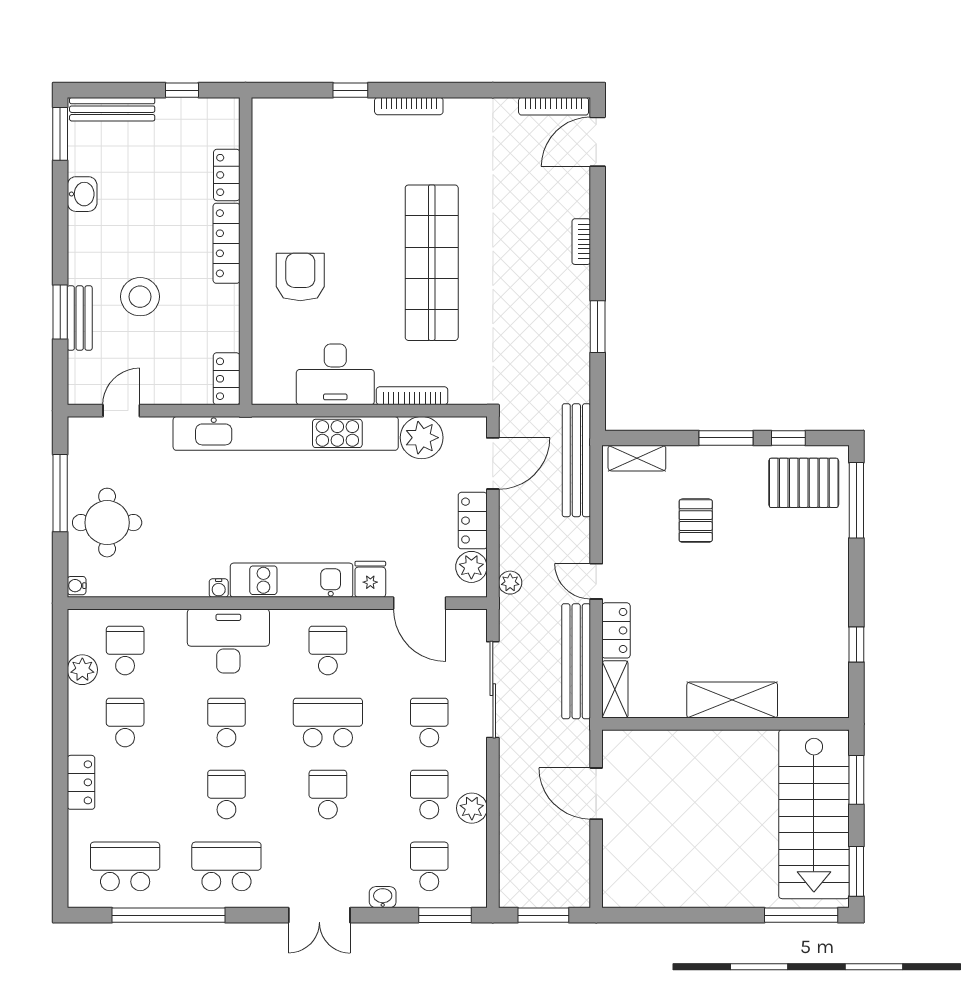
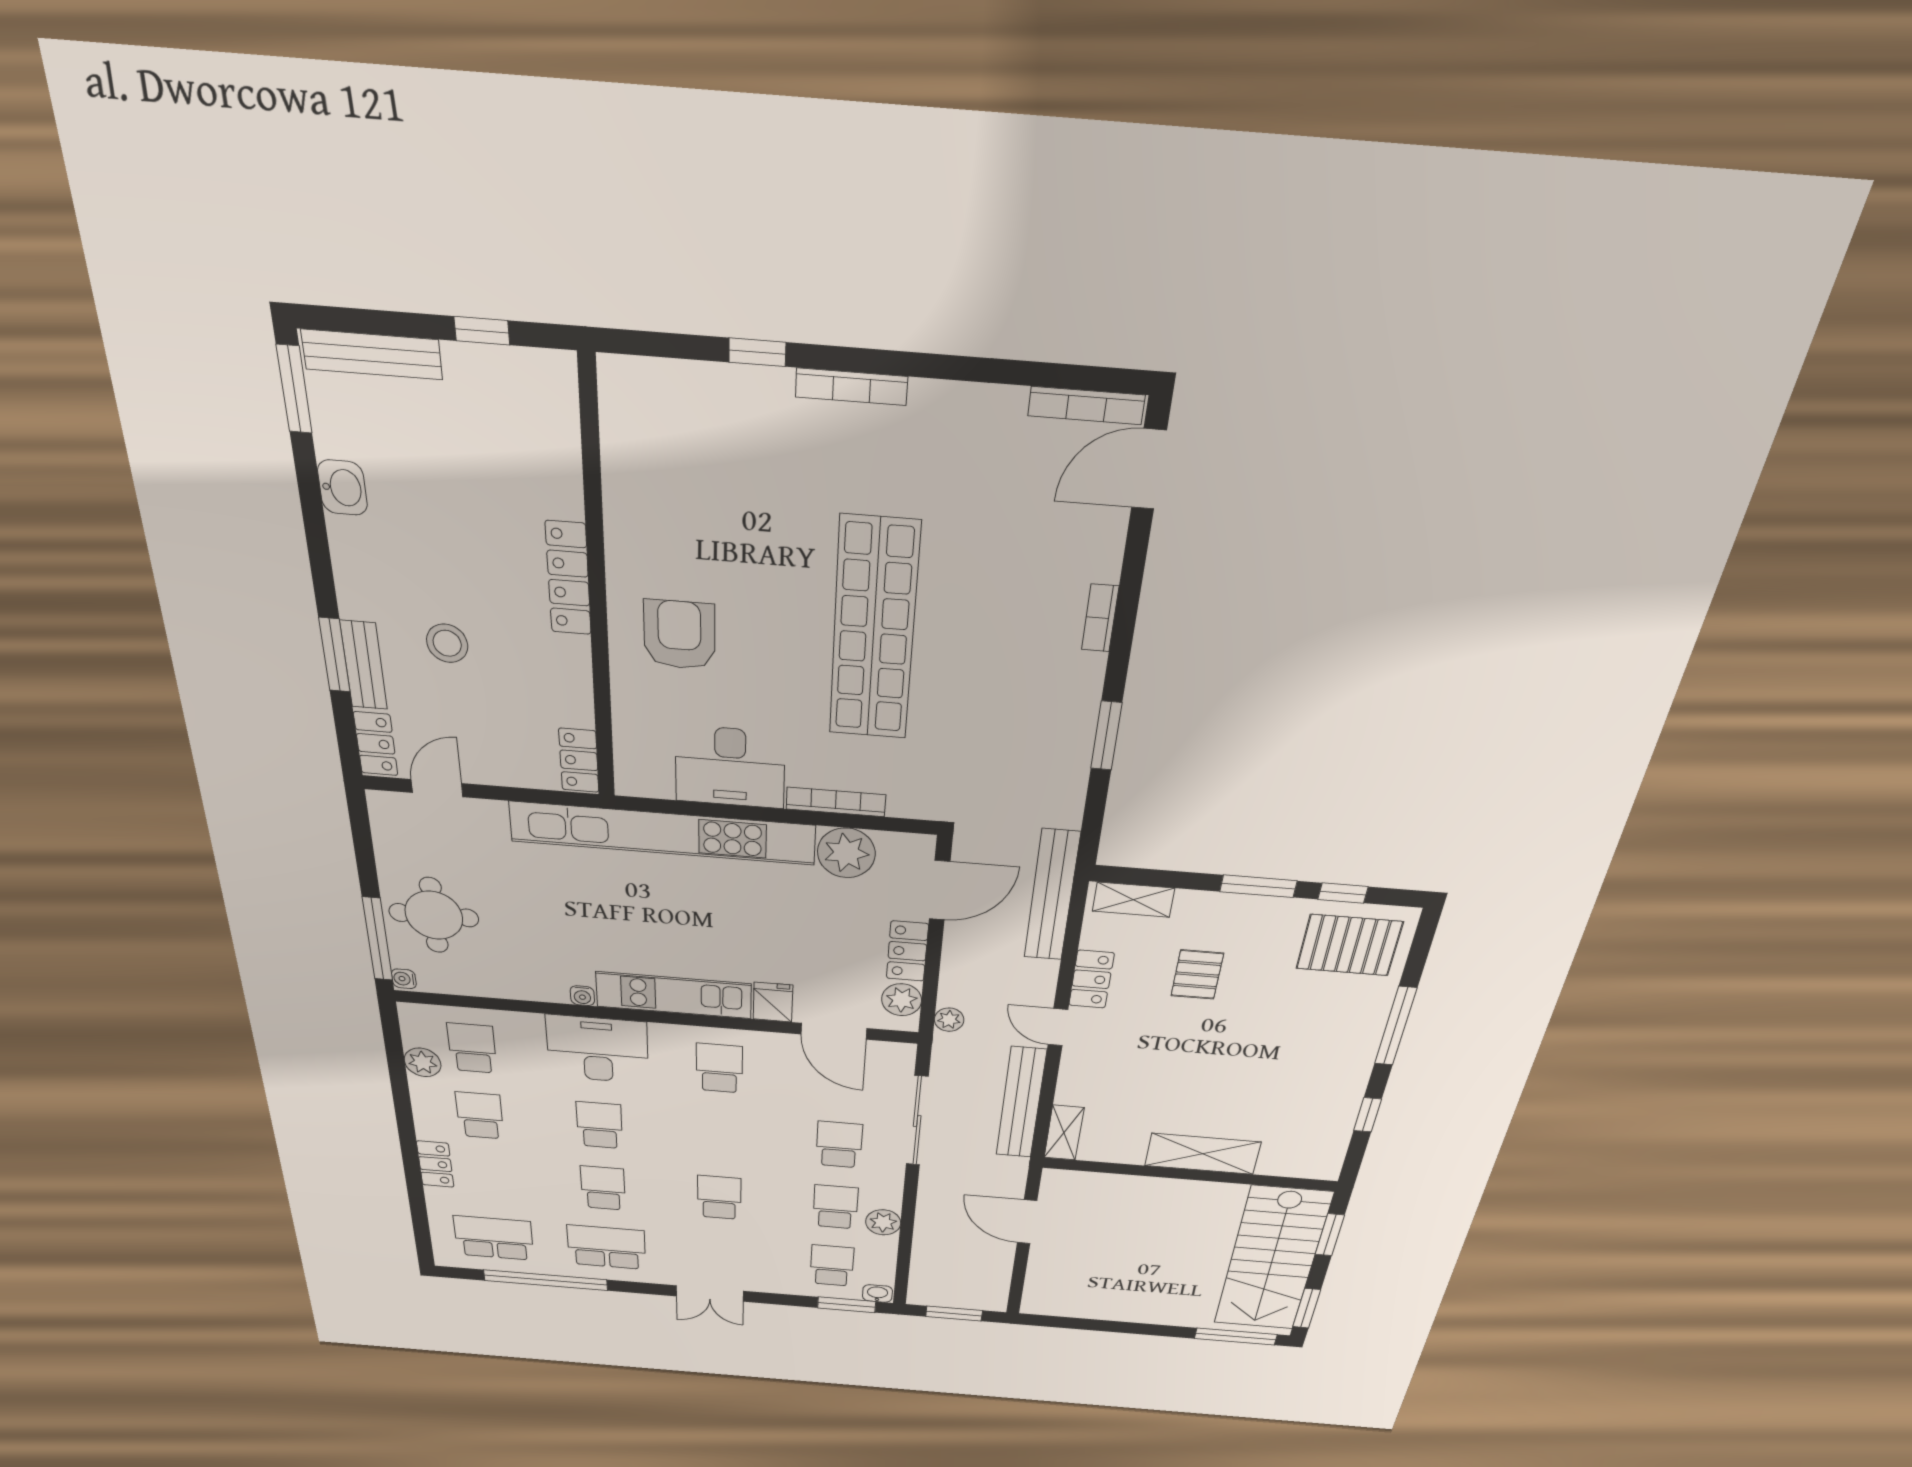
locker: (227, 175) -> (376, 744), moved, turned 180
stool: (140, 297) -> (447, 643), width x0.73, depth x0.73
window: (60, 493) -> (377, 939), moved
window: (856, 500) -> (1396, 1026), moved
locker: (616, 630) -> (1091, 979), moved
school desk: (328, 722) -> (719, 1135), removed
washbasin: (383, 897) -> (877, 1293), moved

